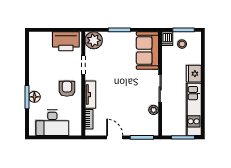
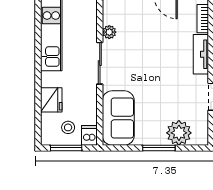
plant: (94, 40) -> (179, 133), moved
fridge: (194, 74) -> (51, 100), moved

